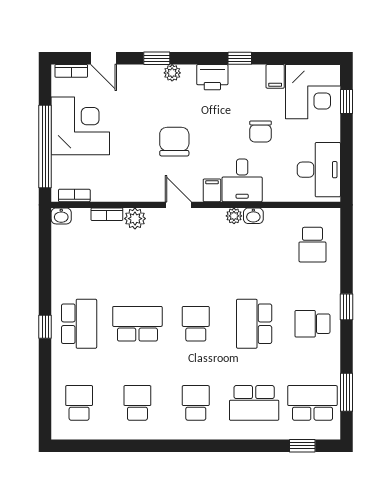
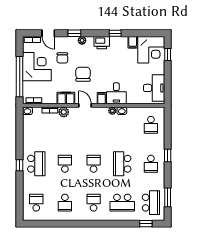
chair: (261, 131) -> (62, 58), moved
filing cabinet: (139, 190) -> (66, 98), added
school desk: (137, 324) -> (65, 164), width x0.54
school desk: (312, 324) -> (151, 164), turned -90
school desk: (137, 403) -> (65, 203), turned 180
school desk: (312, 403) -> (151, 203), turned 90

